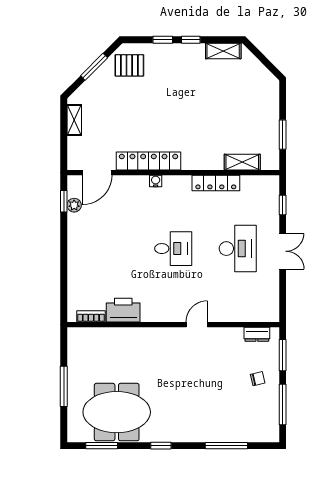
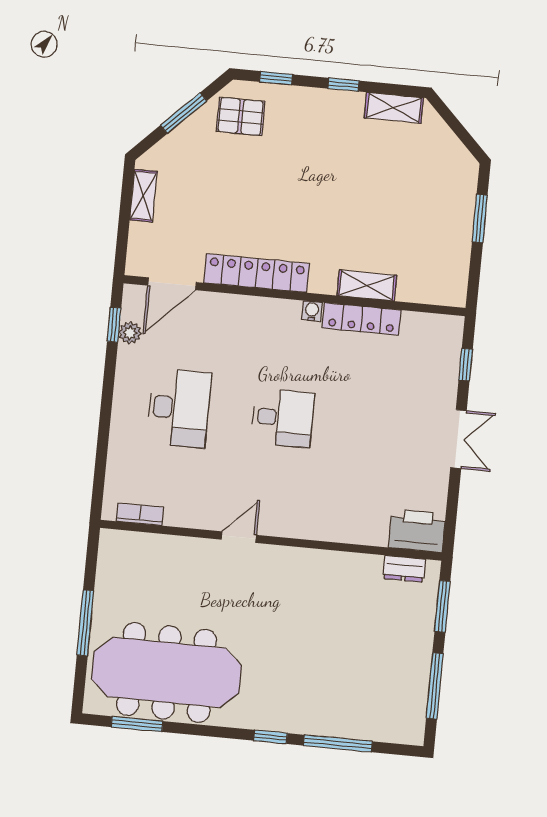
window: (163, 40) -> (276, 78), moved
window: (283, 135) -> (480, 219), moved
shelving: (242, 162) -> (367, 285), moved
water cooler: (156, 181) -> (312, 311), moved
desk: (238, 249) -> (179, 408), moved
printer: (123, 310) -> (417, 531), moved
door: (197, 325) -> (239, 537), moved
chair: (258, 379) -> (399, 641), removed
meeting table: (117, 412) -> (167, 672), width x1.36
window: (161, 446) -> (270, 737), moved

